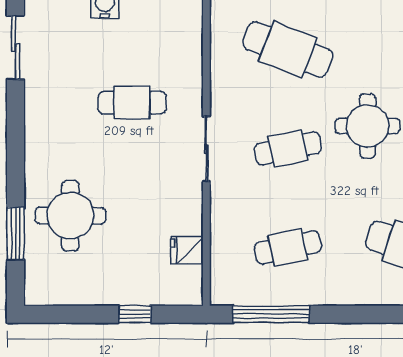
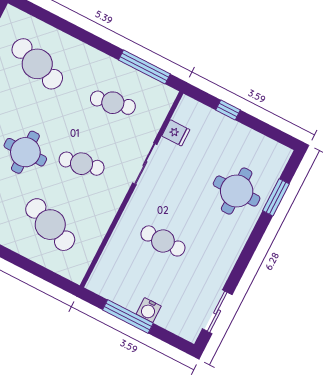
sliding door: (206, 149) -> (145, 164), moved

